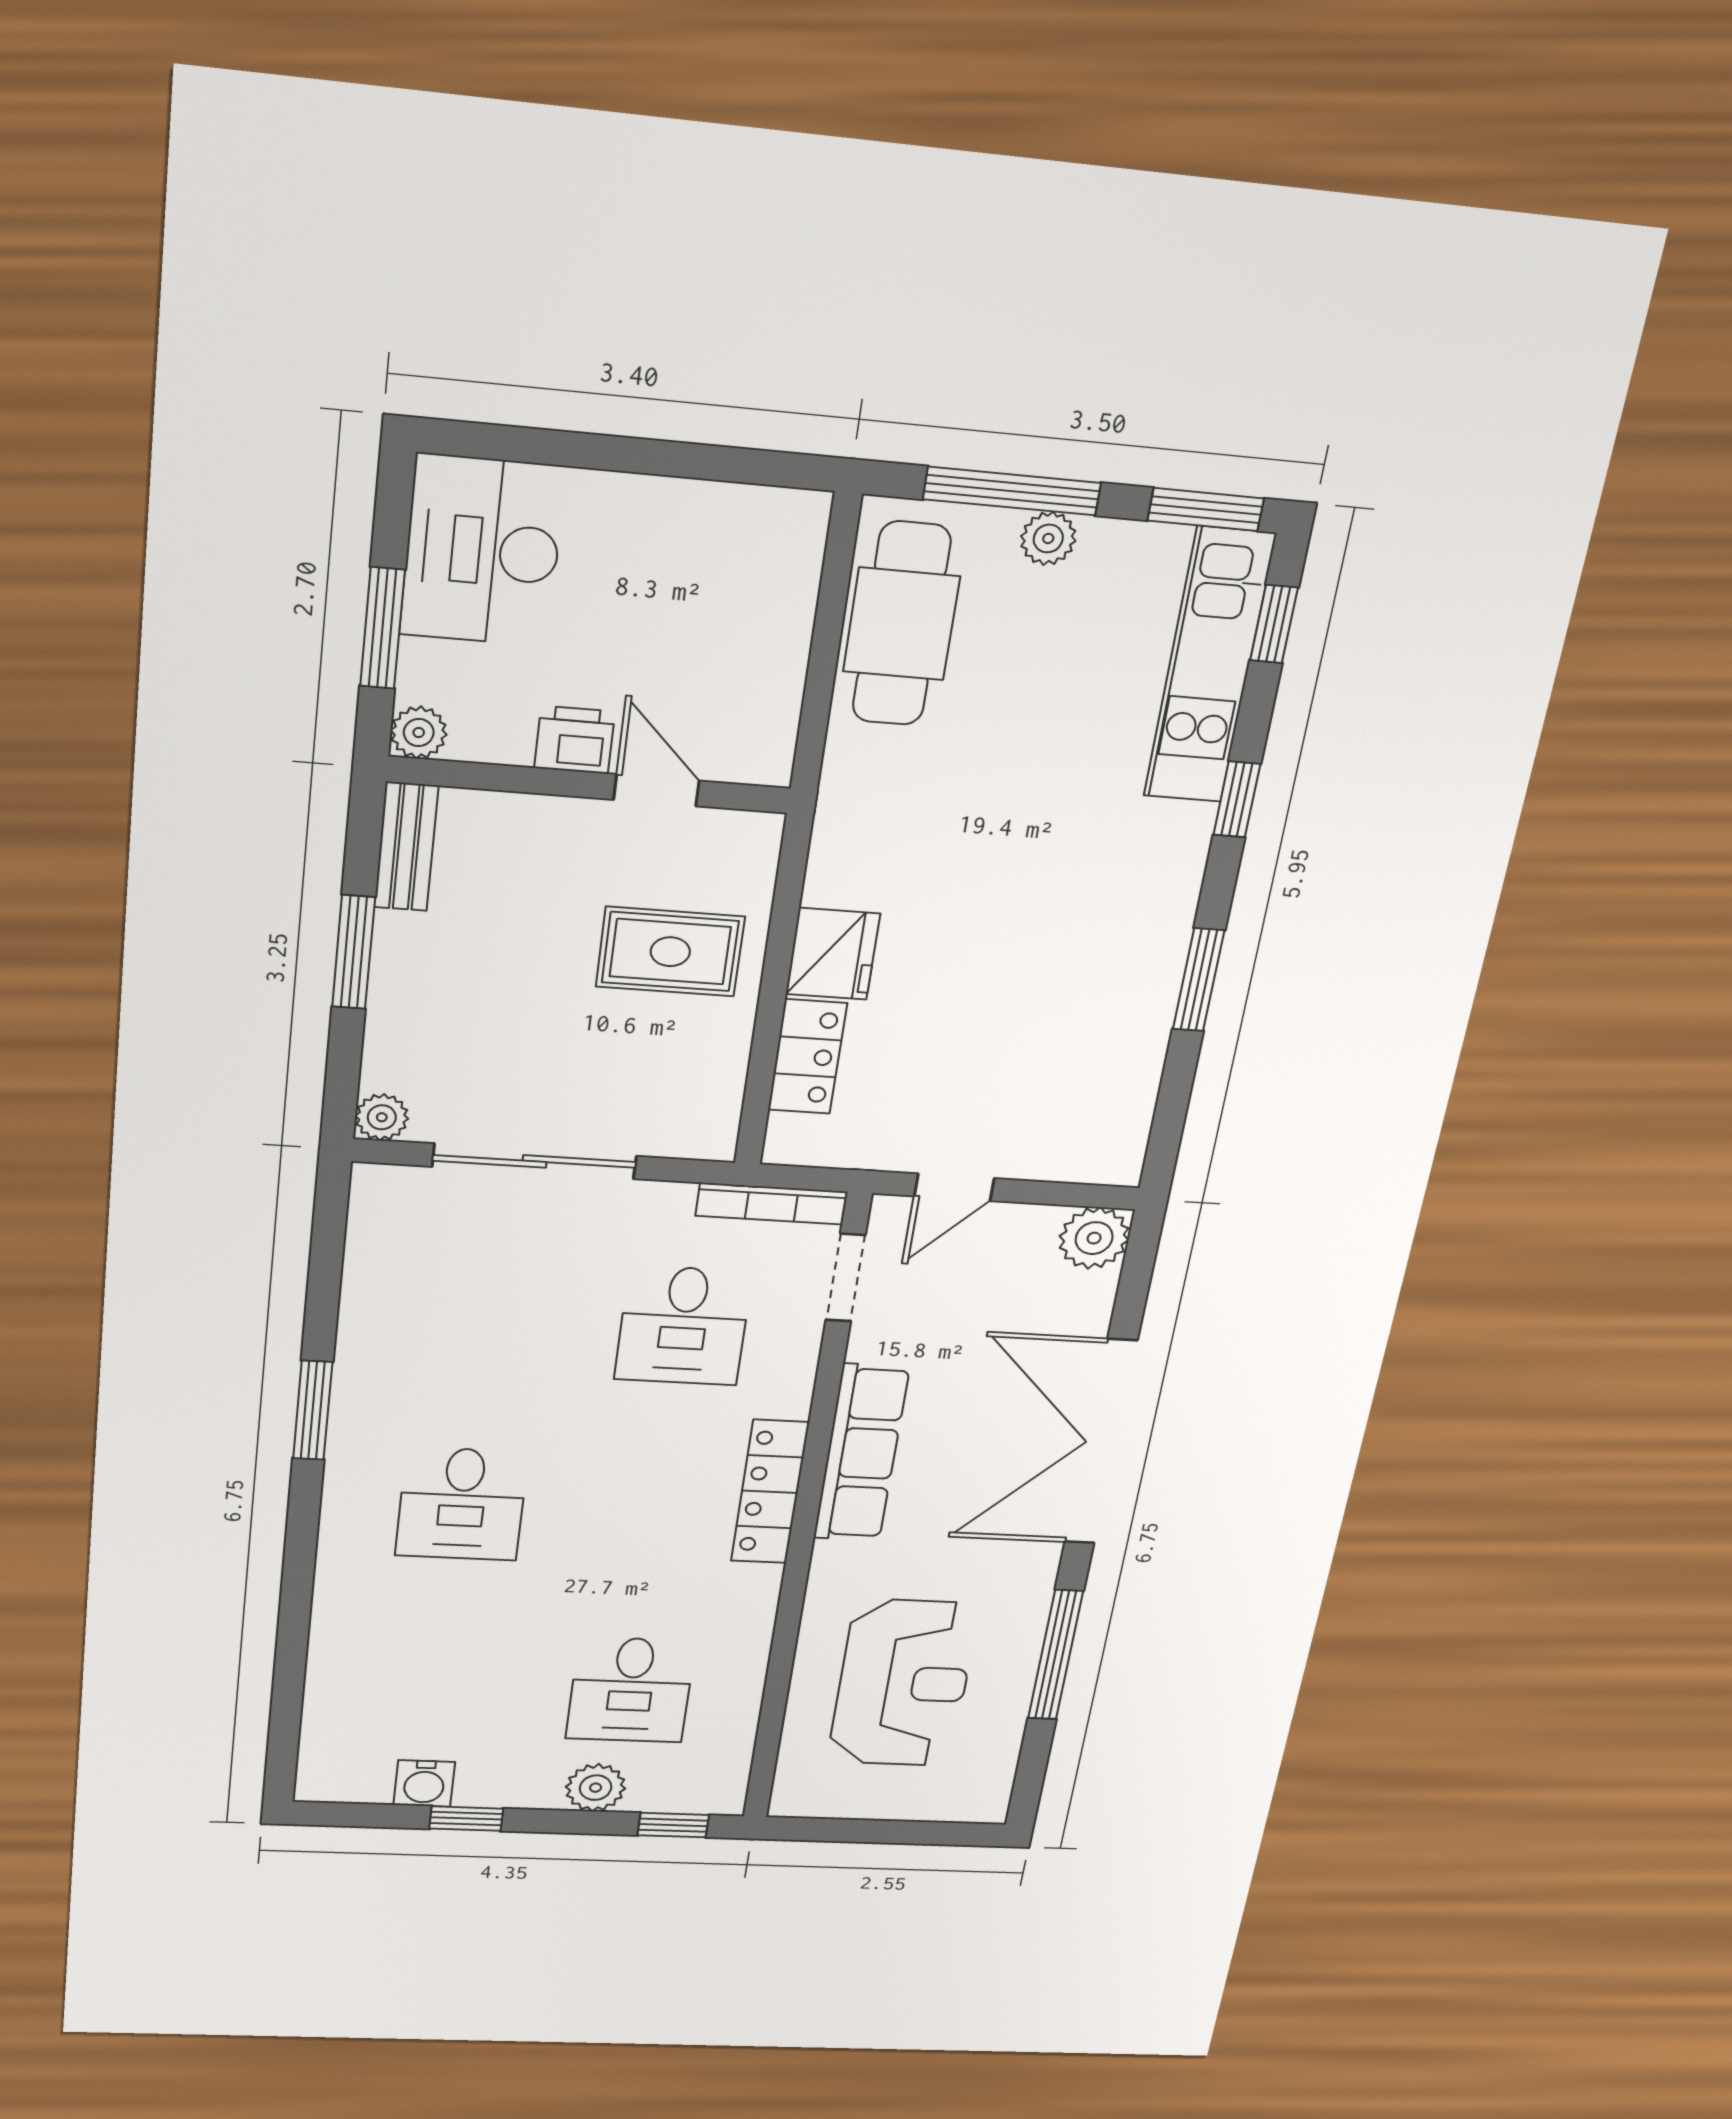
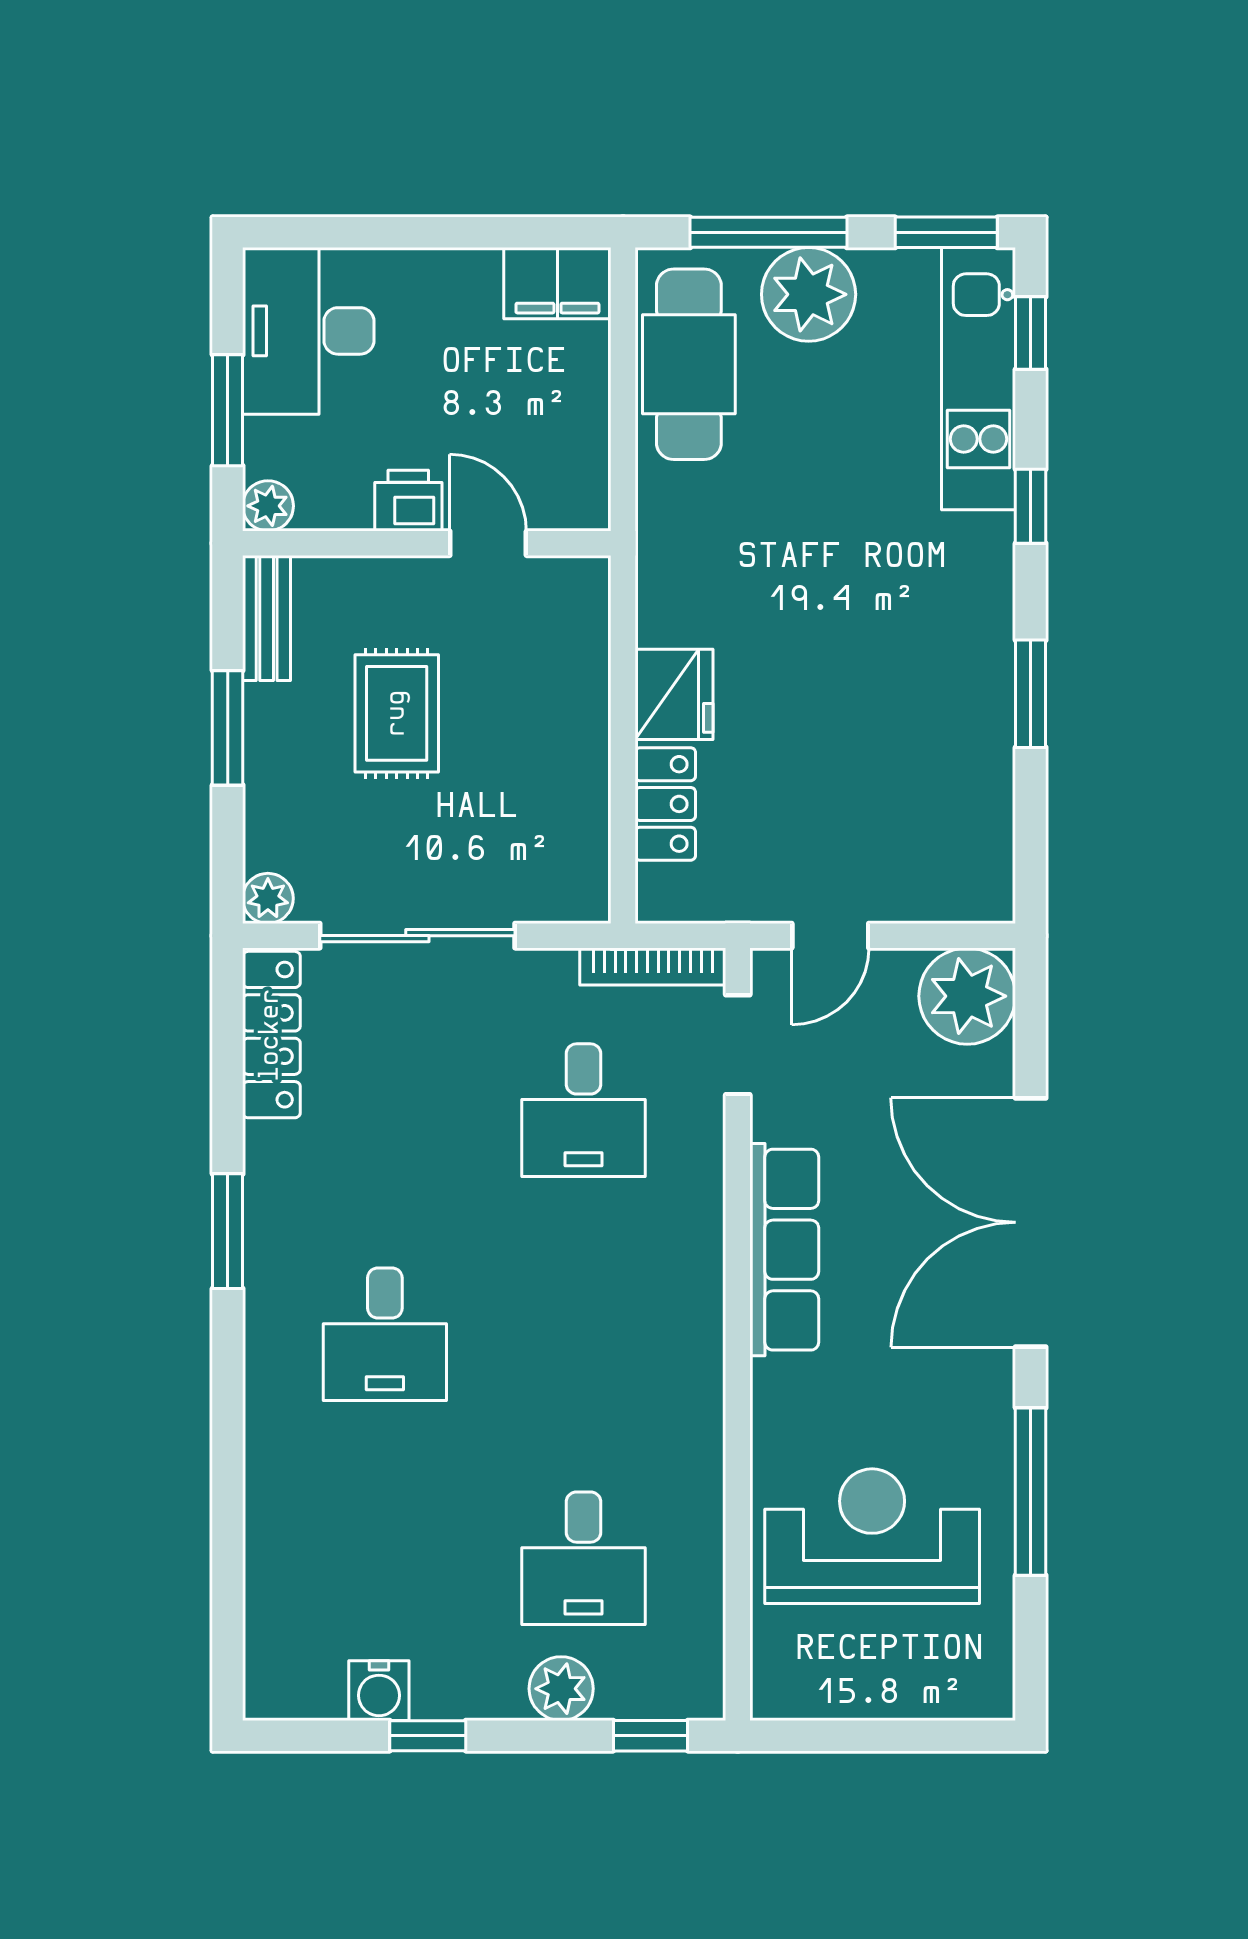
filing cabinet: (770, 524) -> (557, 283), added
plant: (1048, 538) -> (809, 294), width x1.87, depth x1.87
rug: (670, 952) -> (397, 713), moved, turned 90
plant: (1094, 1238) -> (967, 996), width x1.36, depth x1.36
locker: (770, 1492) -> (271, 1035), moved, turned 180
reception desk: (903, 1683) -> (872, 1536), turned -90

